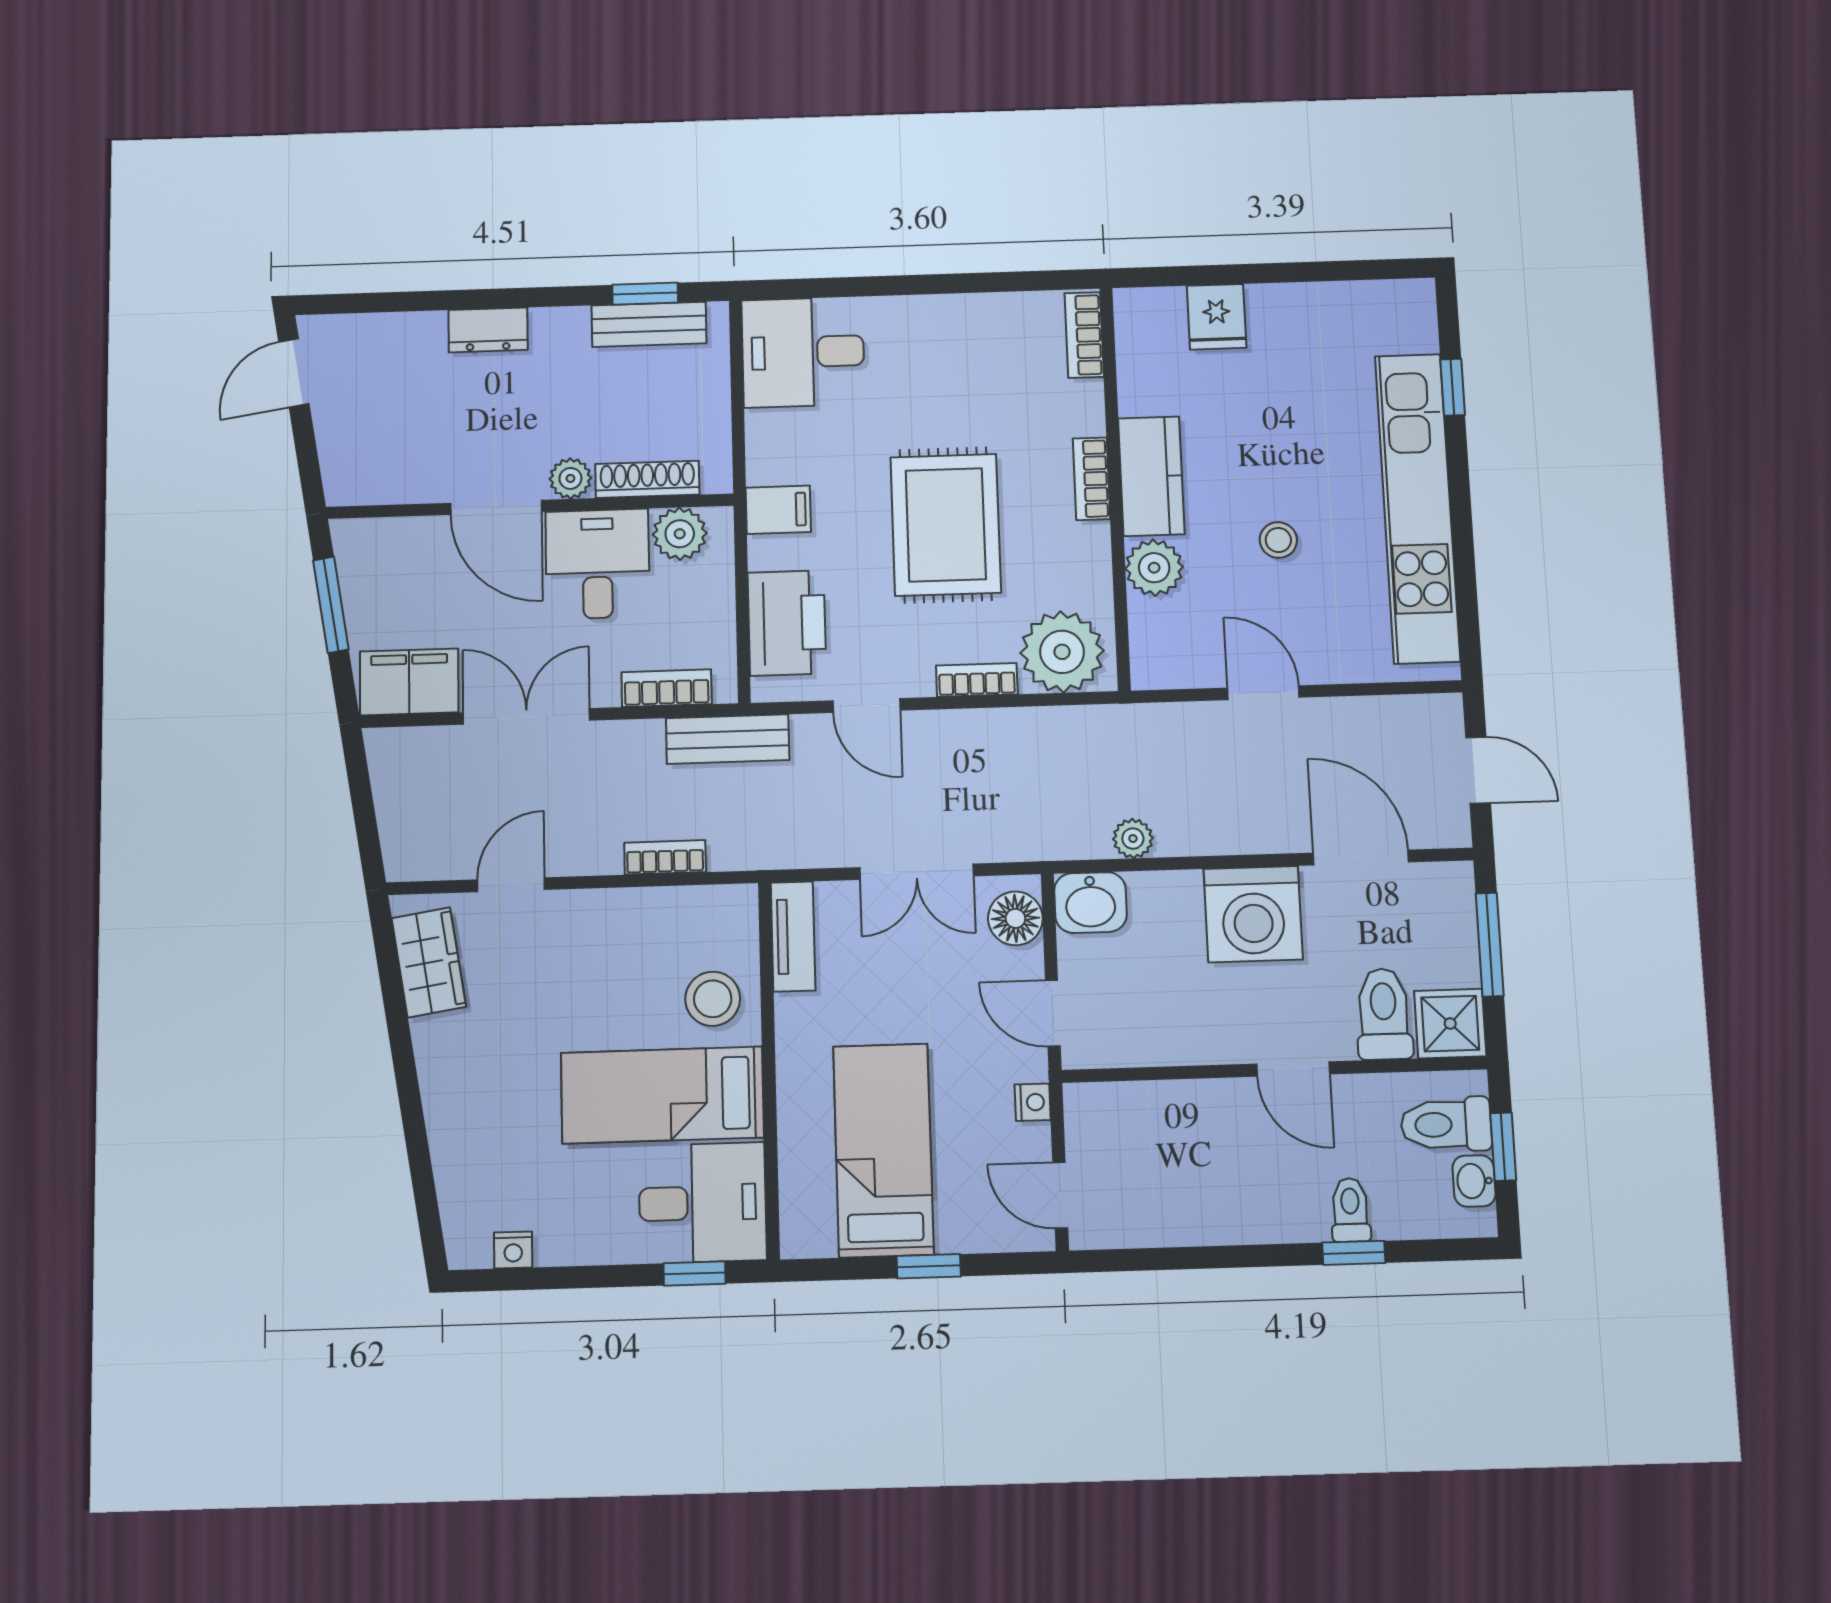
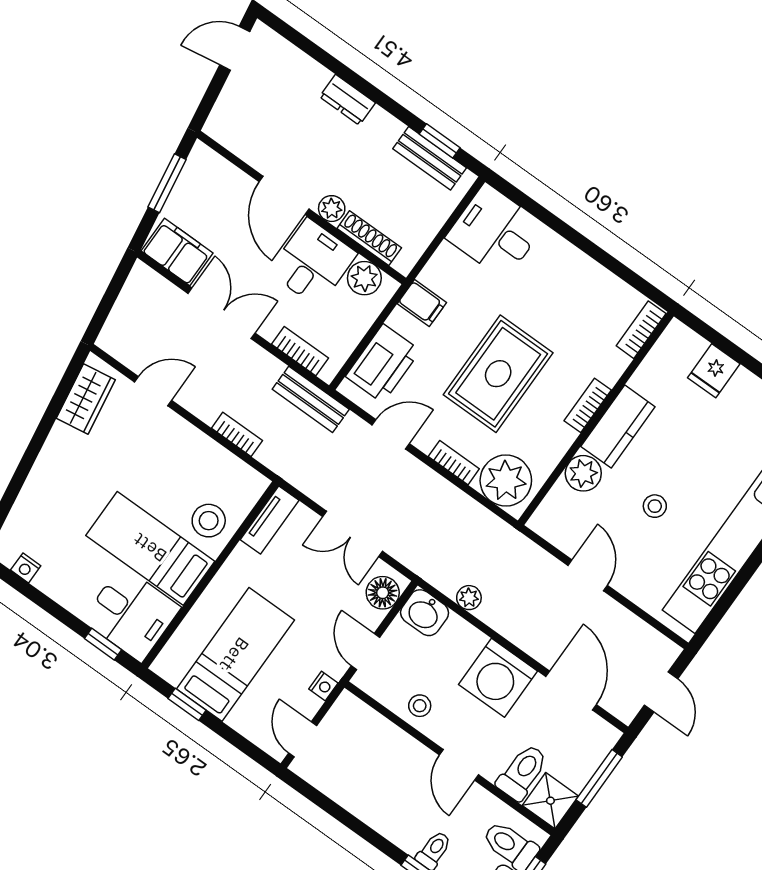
door: (867, 705) -> (391, 434), swing flipped
stool: (1180, 1030) -> (420, 706), added
window: (929, 1266) -> (187, 704), moved

